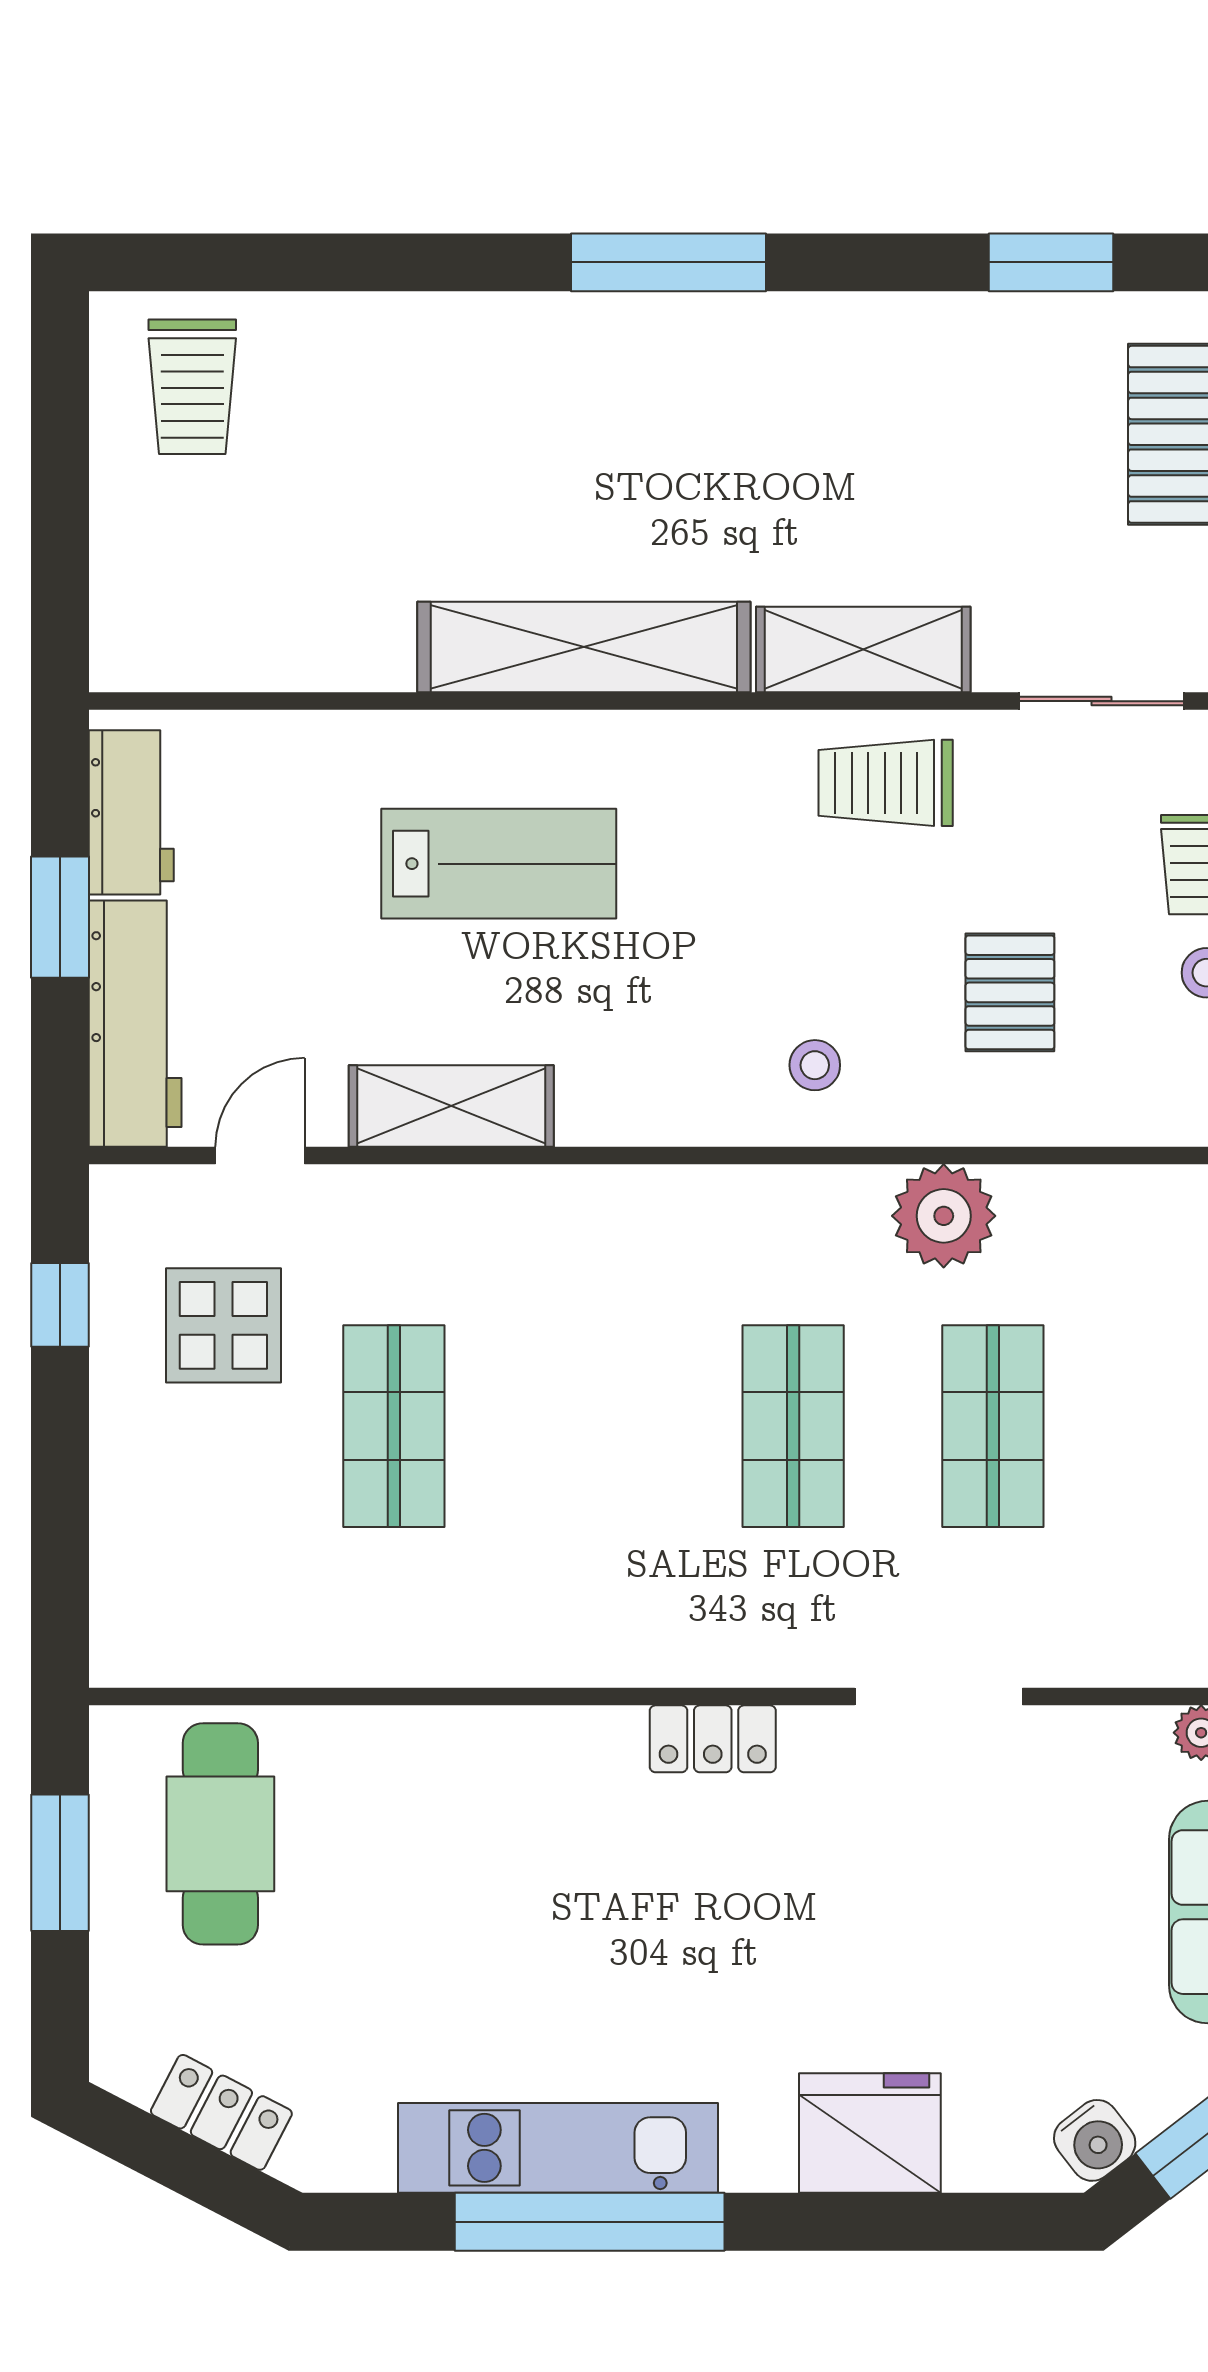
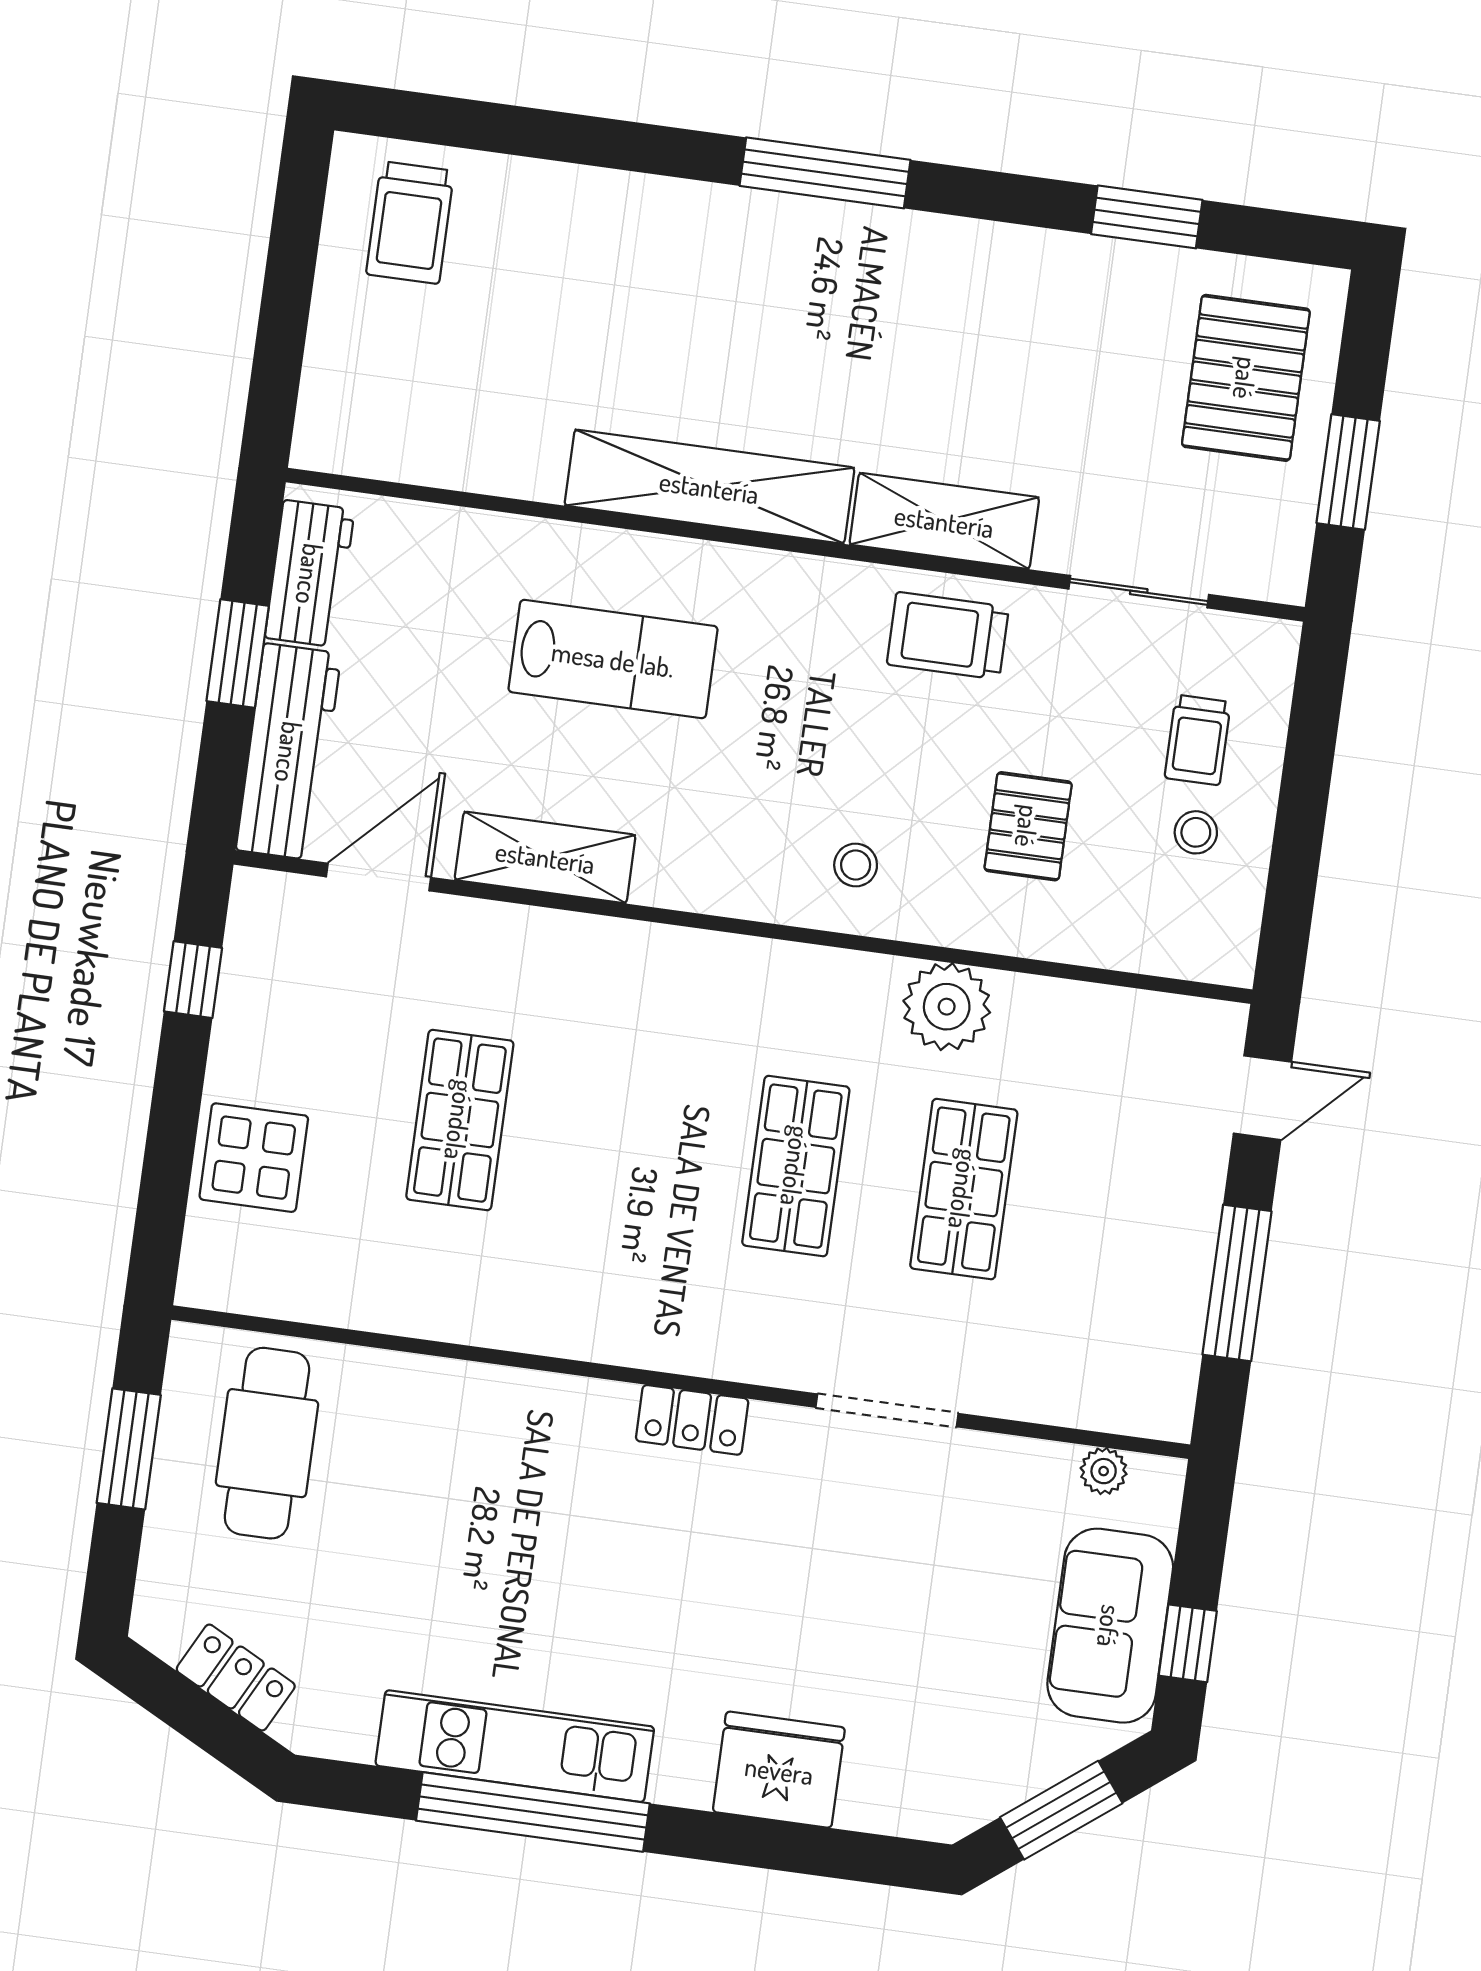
door: (260, 1156) -> (378, 877), width x1.38
display table: (223, 1325) -> (254, 1158), moved
water cooler: (1095, 2140) -> (967, 1802), removed

